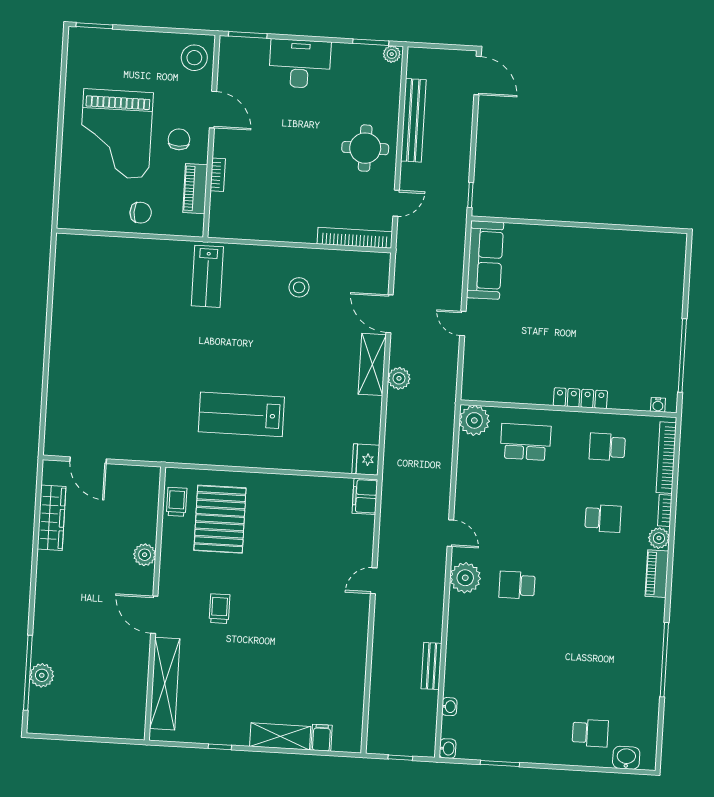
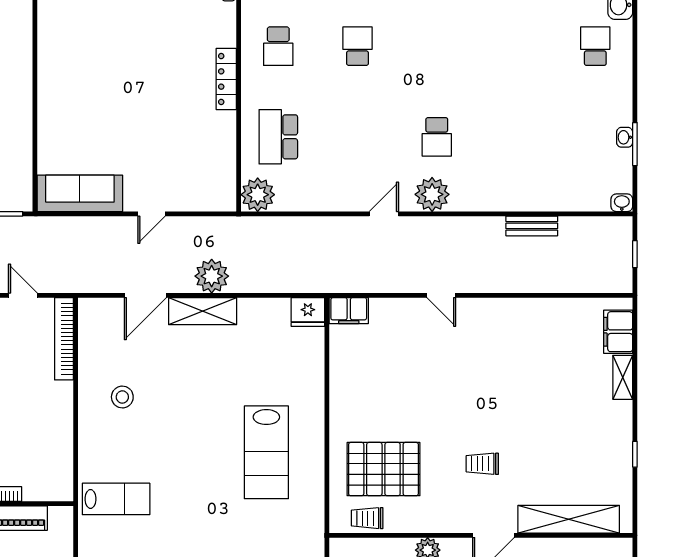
plant: (399, 378) -> (212, 276), width x1.36, depth x1.36
washbasin: (449, 707) -> (625, 137), moved, turned -90
shelving: (280, 736) -> (623, 377), width x0.67, depth x0.75
filing cabinet: (322, 738) -> (618, 332), width x2.00

